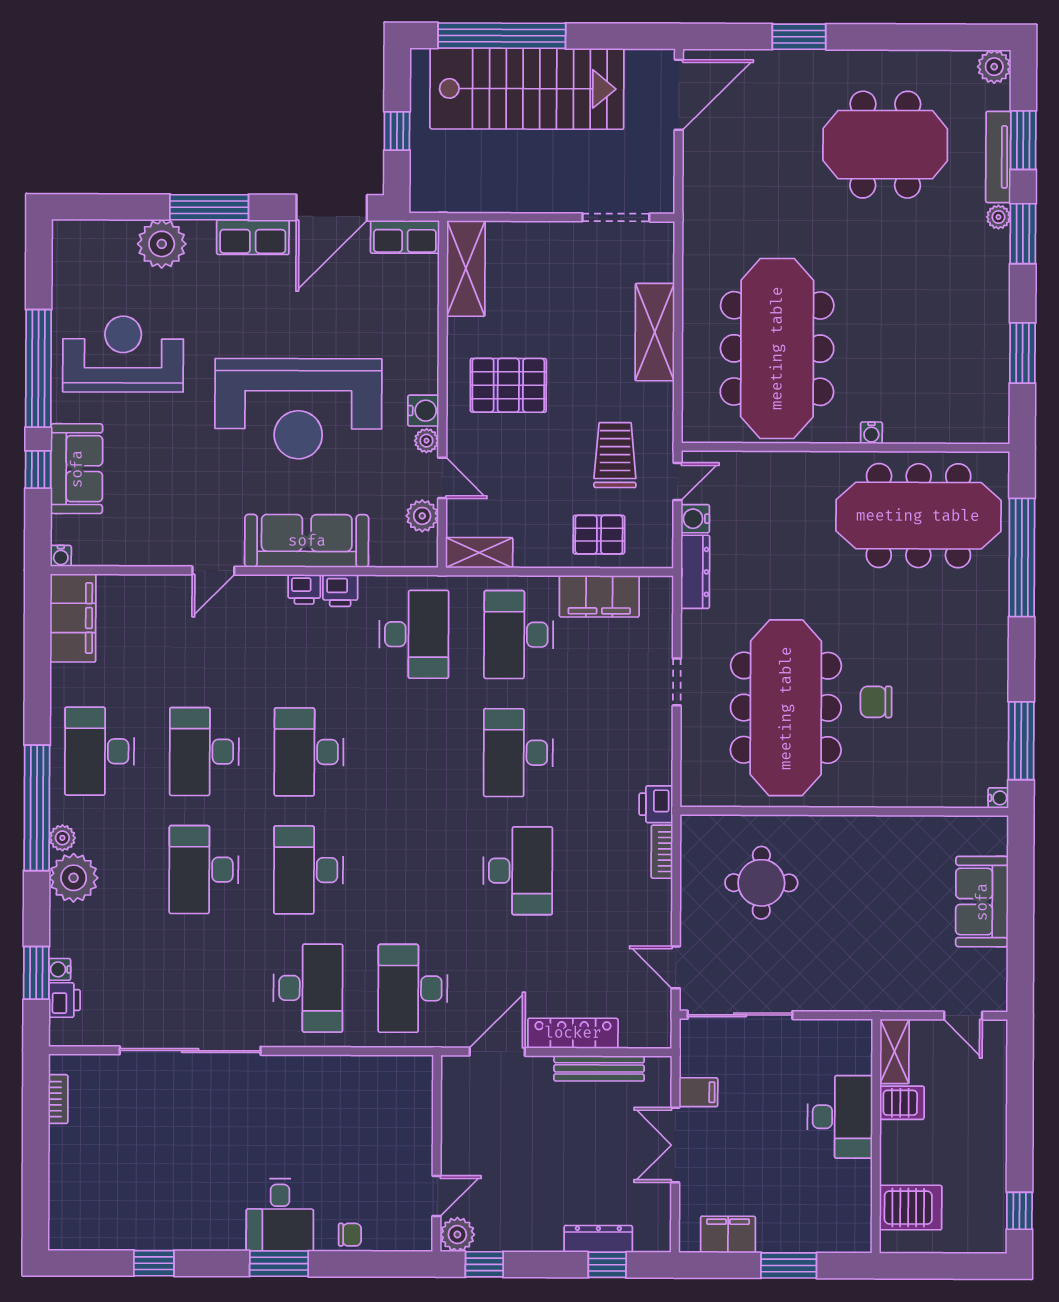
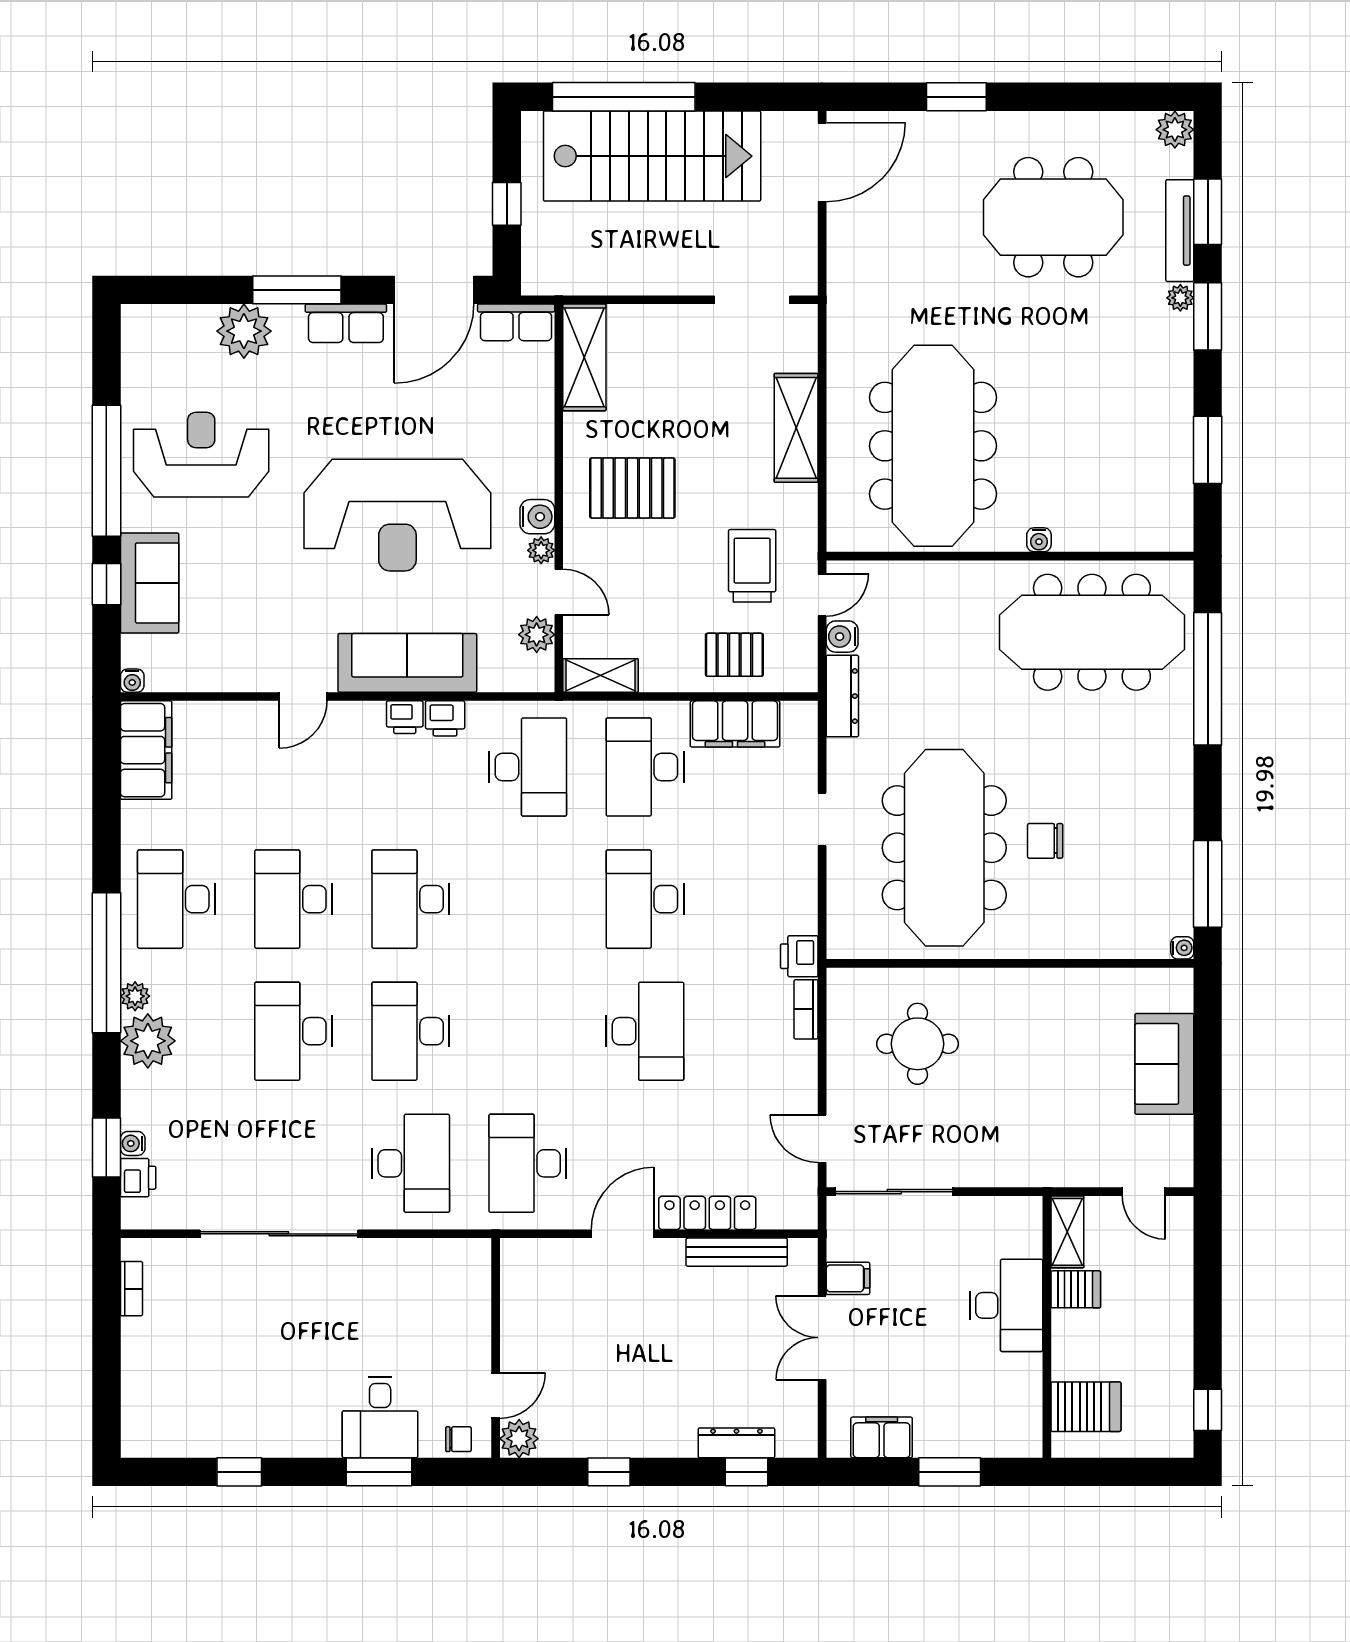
wall: (437, 1153) -> (496, 1348), moved
door: (437, 1196) -> (496, 1395), moved
plant: (457, 1235) -> (519, 1439), moved

